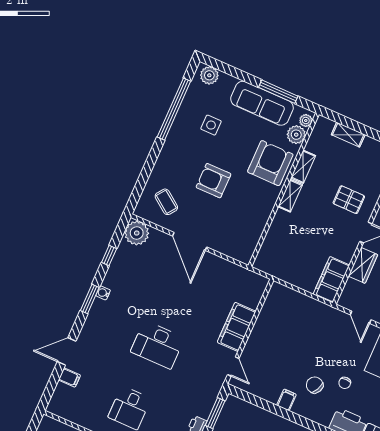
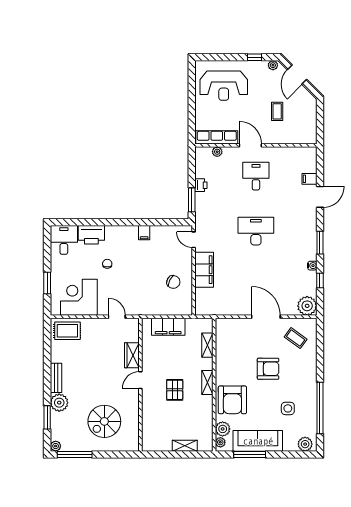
shelving: (303, 167) -> (207, 345), moved
pallet: (349, 200) -> (175, 390), moved, turned 90
filing cabinet: (331, 280) -> (168, 327), moved, turned 90
water cooler: (103, 293) -> (312, 266), moved
chair: (315, 385) -> (173, 282), moved

